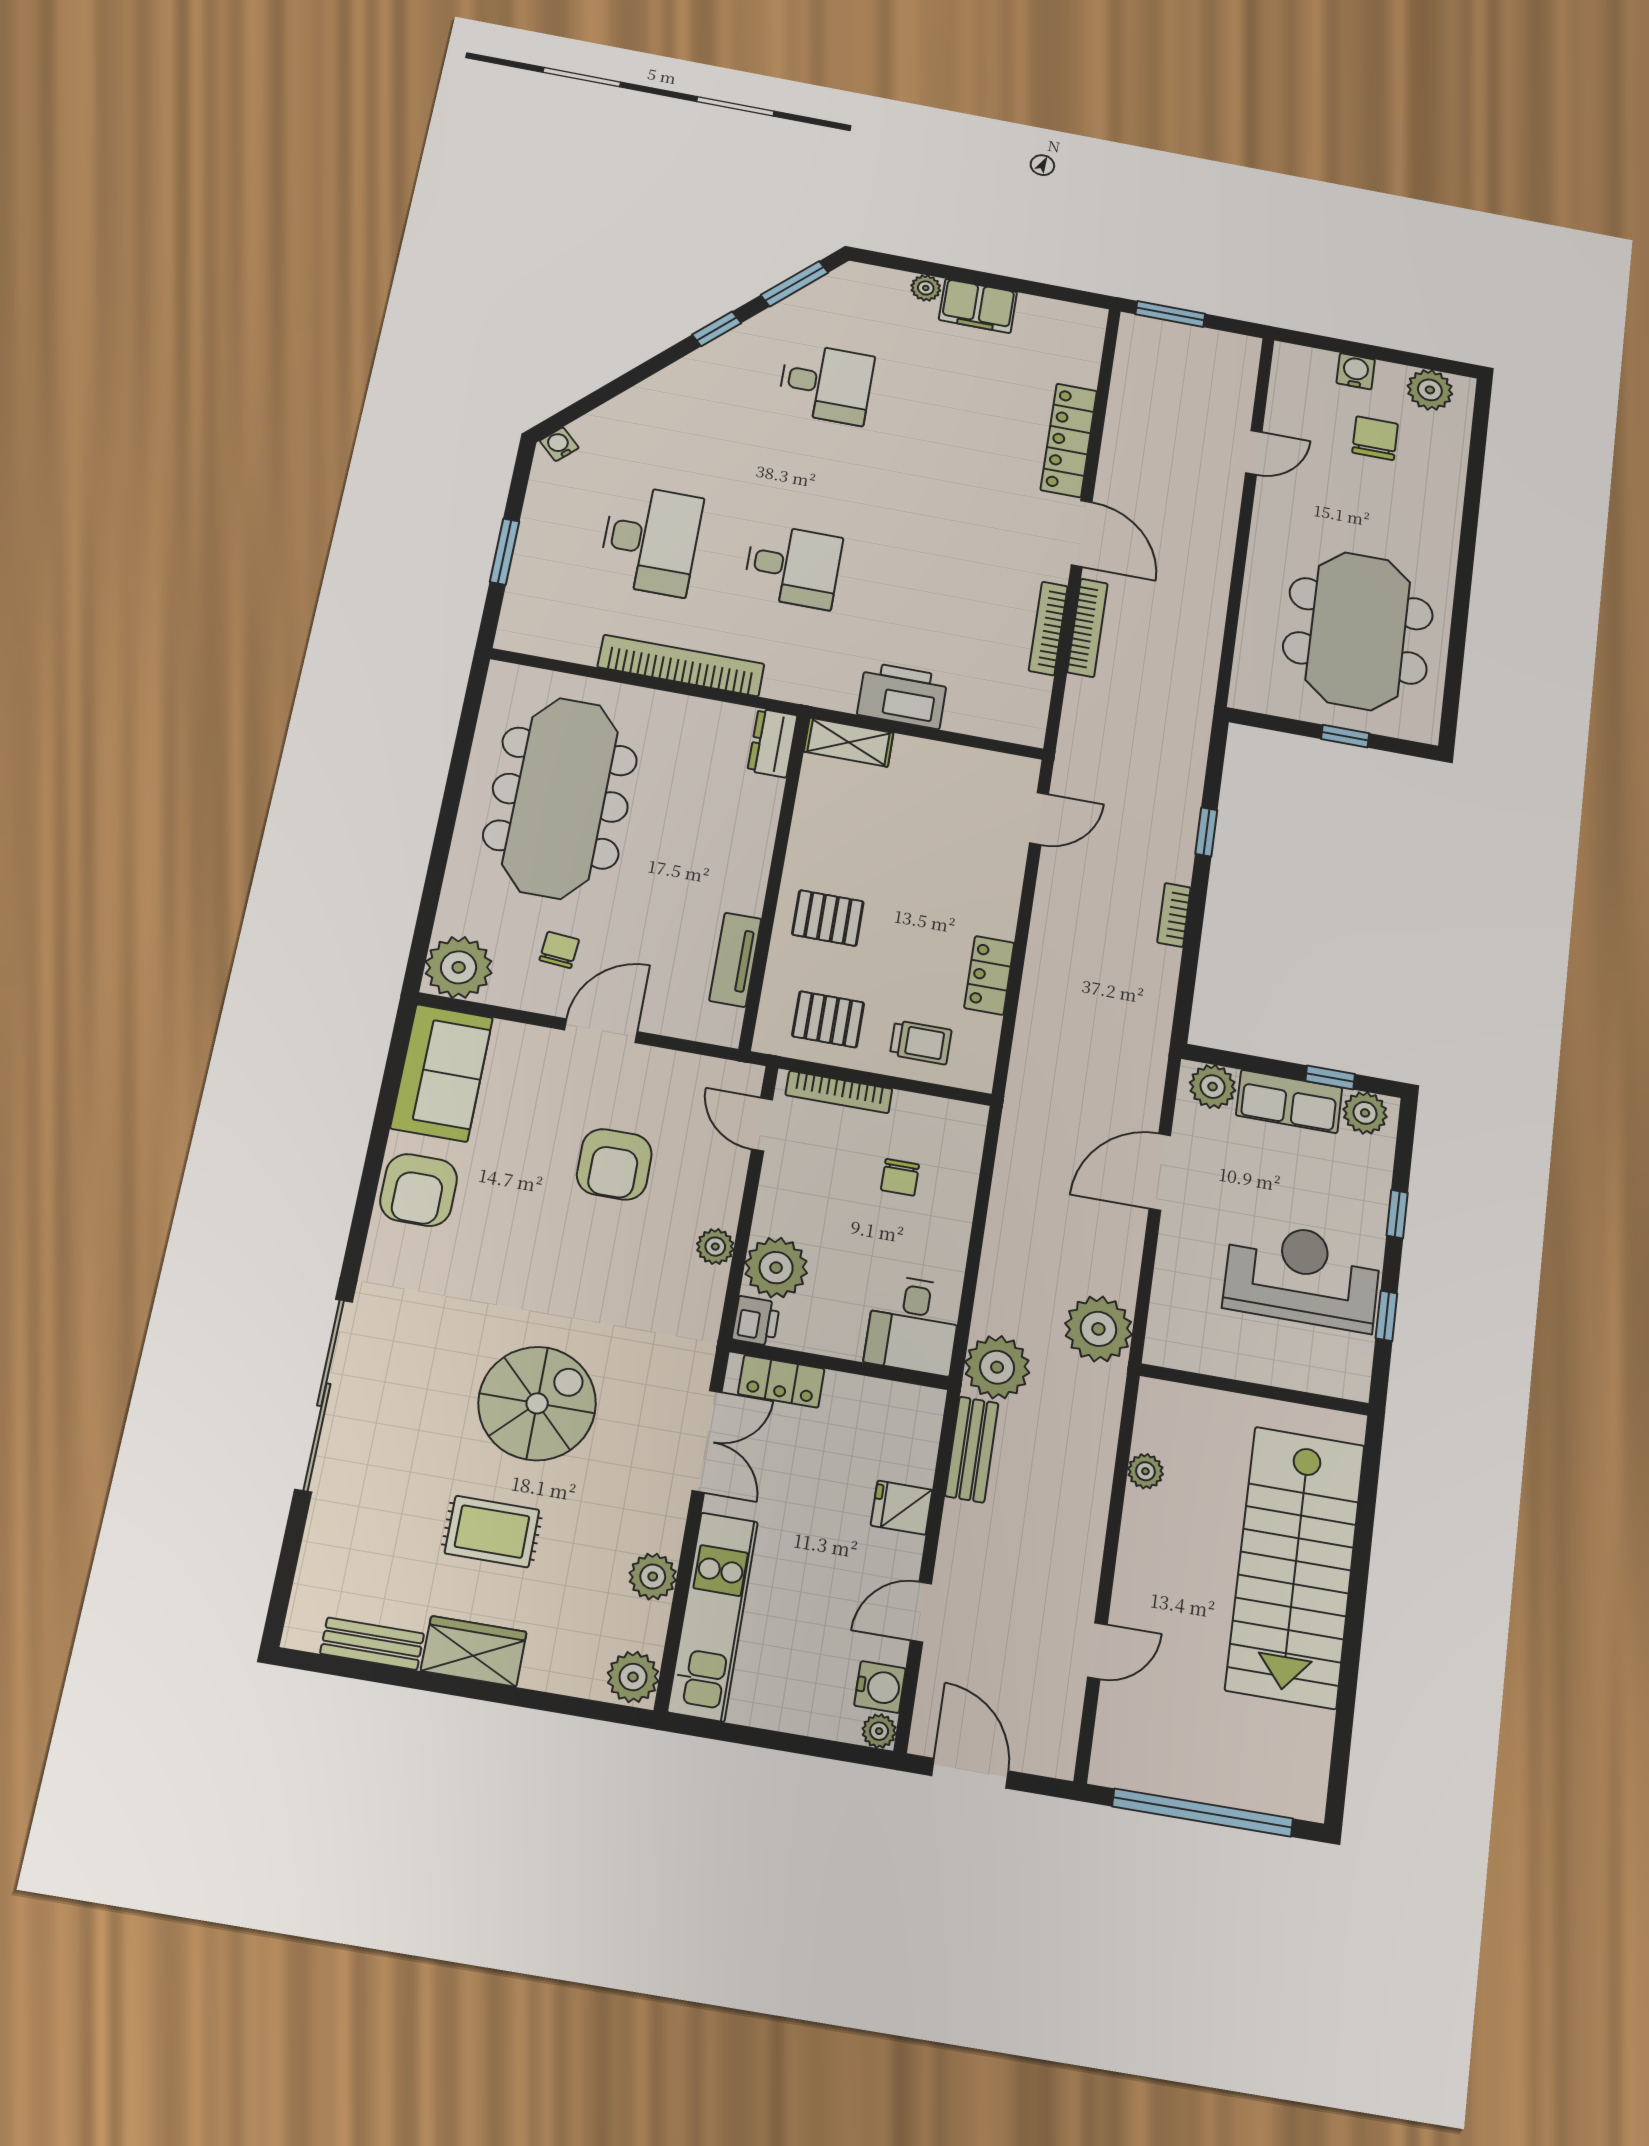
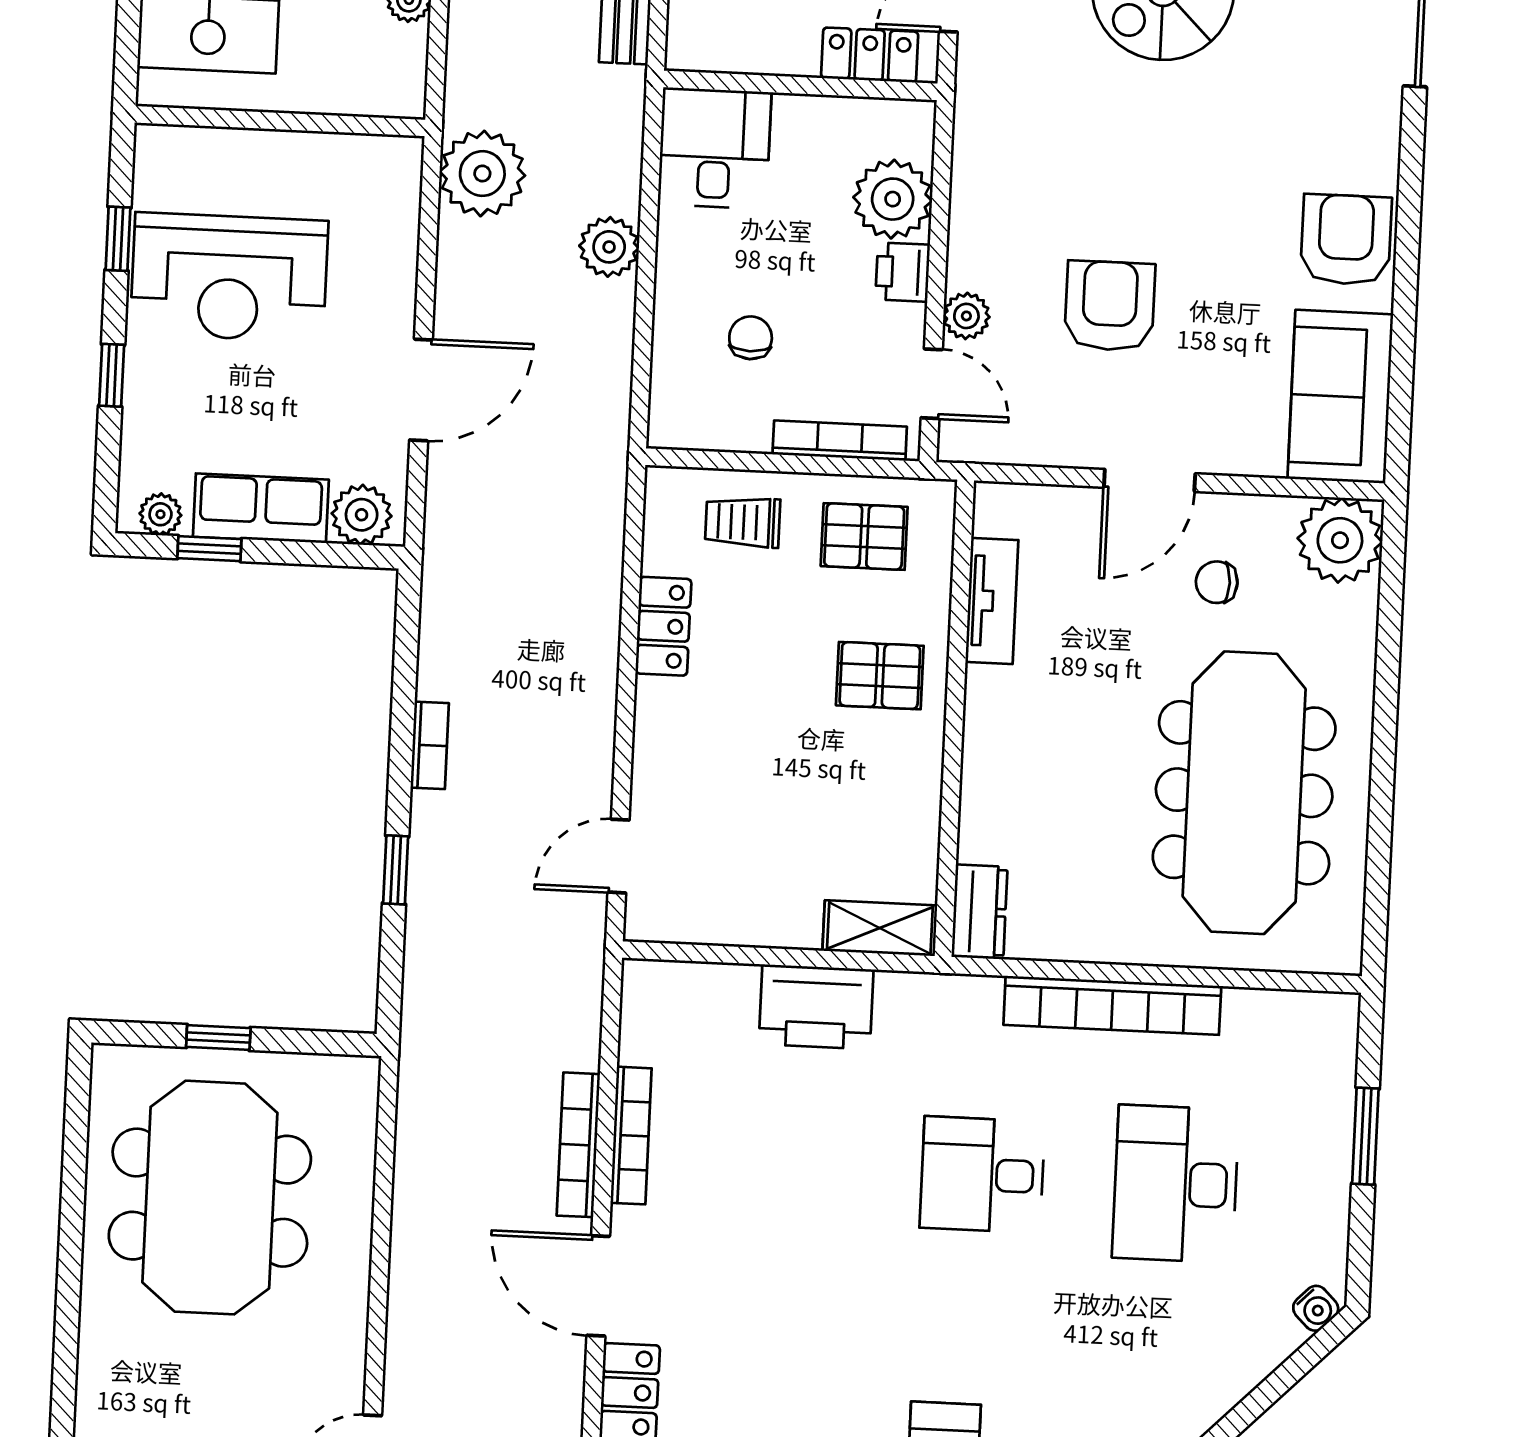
chair: (559, 950) -> (1217, 582), turned 85
plant: (1365, 1113) -> (160, 514), width x0.73, depth x0.73
plant: (715, 1247) -> (966, 316), moved
printer: (756, 1321) -> (903, 272), moved
plant: (997, 1367) -> (609, 247), moved, width x0.73, depth x0.73

